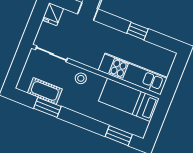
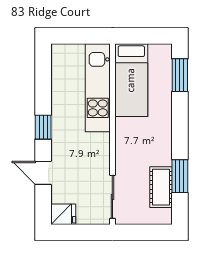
window: (137, 31) -> (43, 127), moved
stool: (81, 78) -> (128, 149), removed

